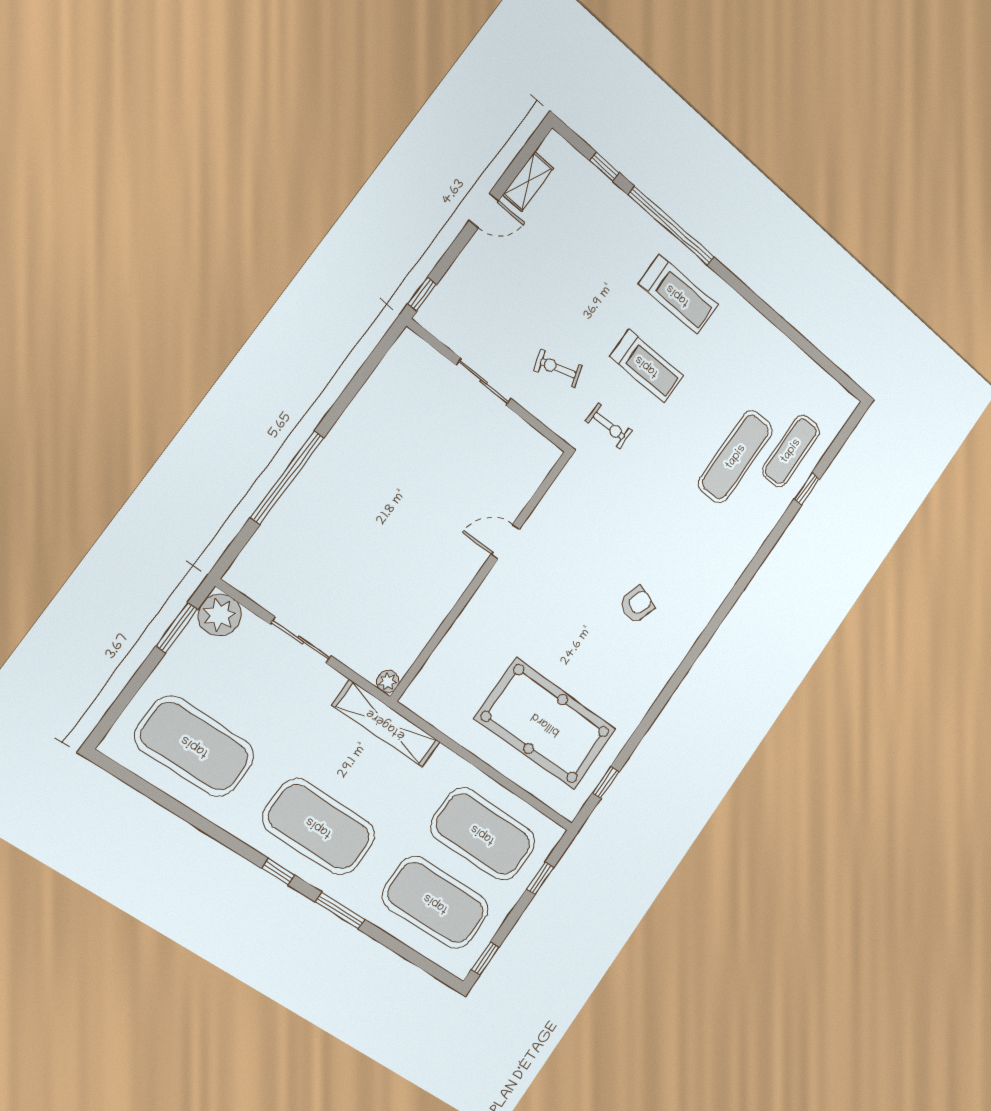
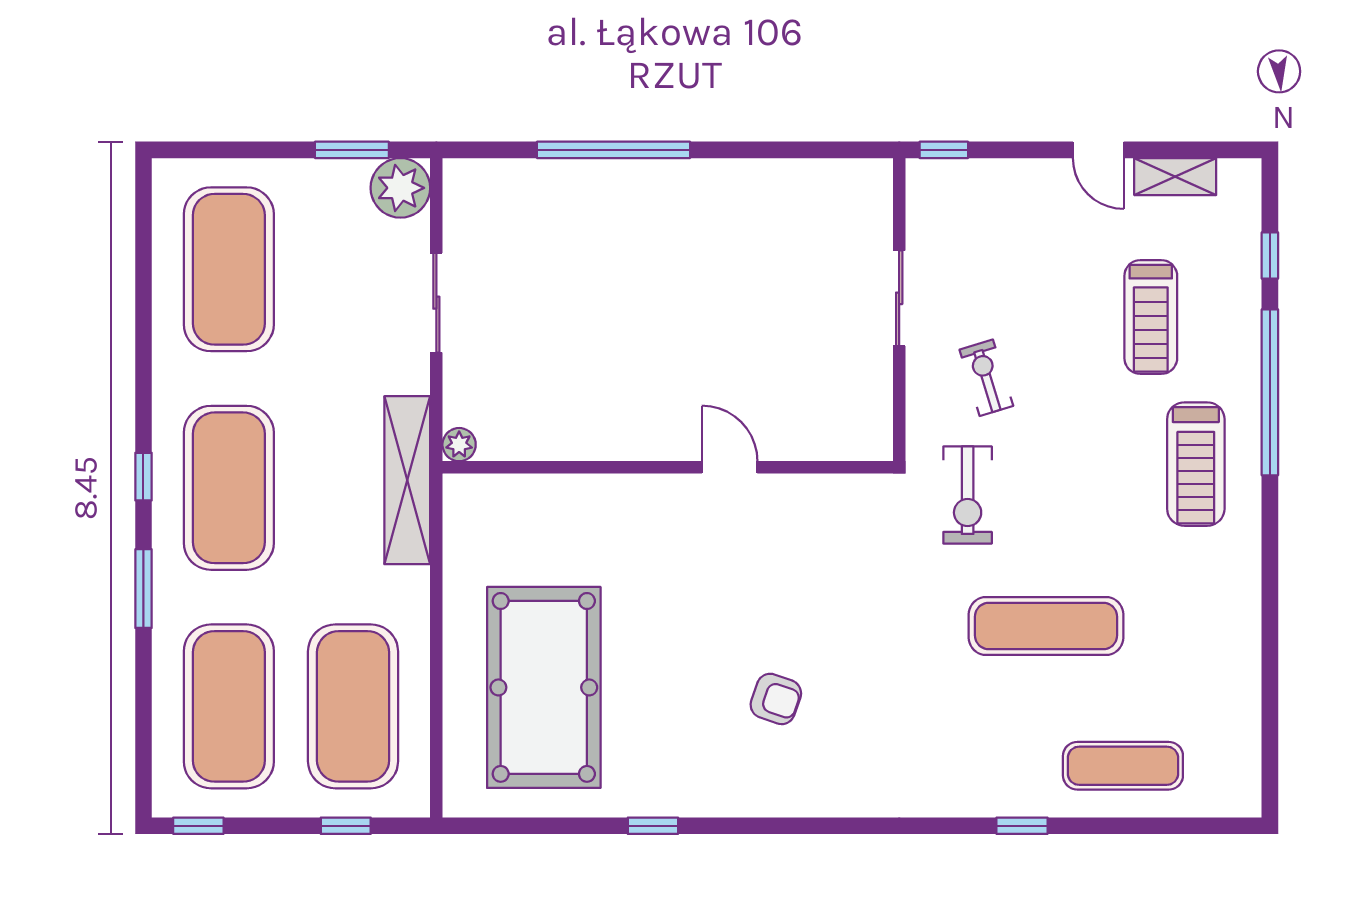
treadmill: (647, 366) -> (1151, 317), moved
exercise bike: (609, 426) -> (968, 495), width x1.38, depth x1.39
exercise mat: (736, 457) -> (1046, 626), moved
window: (807, 489) -> (1022, 826), moved
window: (606, 782) -> (653, 826), moved

